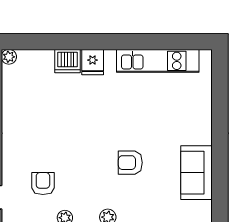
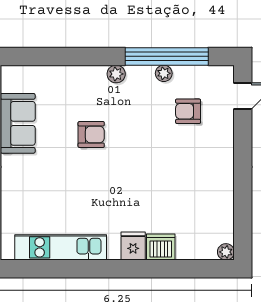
armchair: (43, 184) -> (188, 111), turned 90

